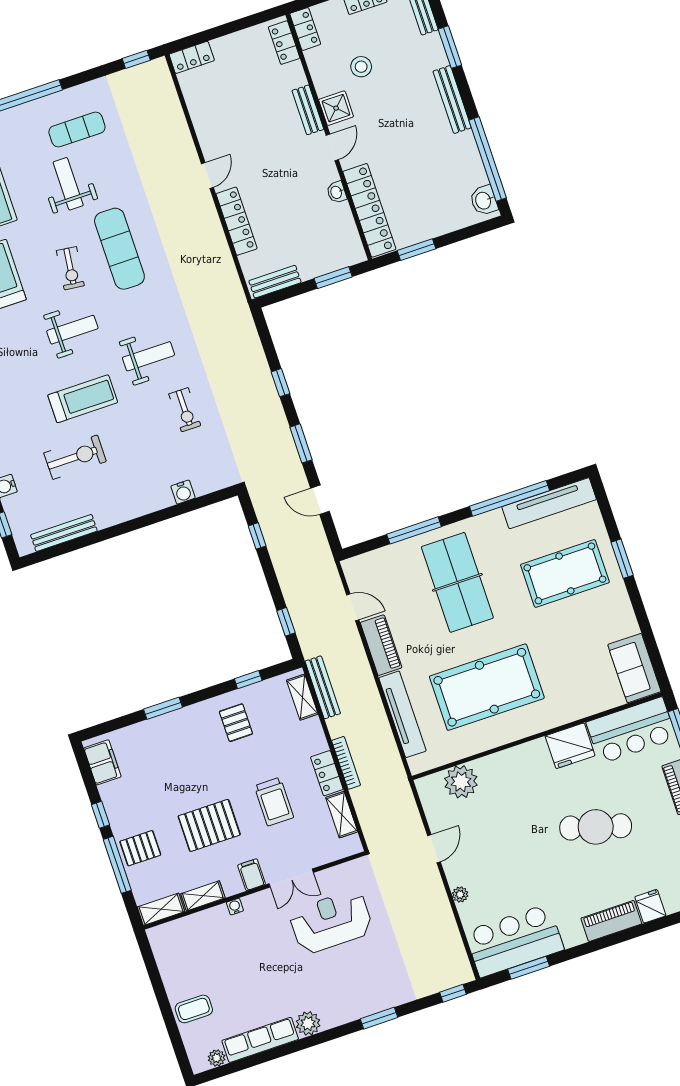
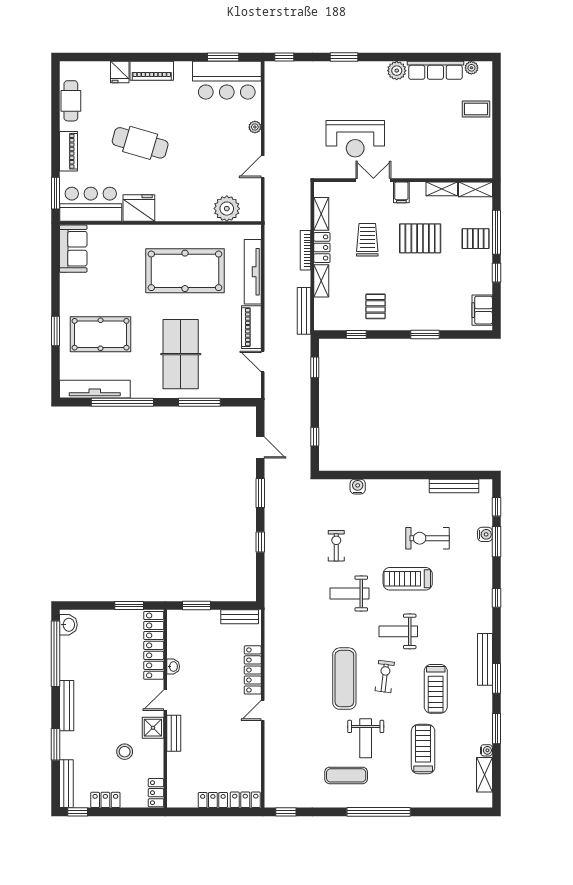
locker: (284, 43) -> (213, 800), moved, turned -90
shelving: (302, 697) -> (321, 281), moved
water cooler: (235, 907) -> (421, 173), removed

